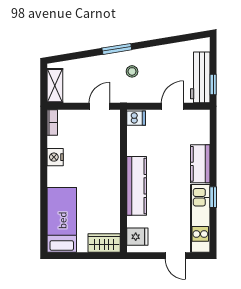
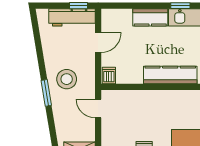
stool: (132, 71) -> (67, 79), width x1.89, depth x1.89
door: (173, 106) -> (98, 42), swing flipped

